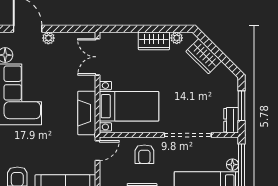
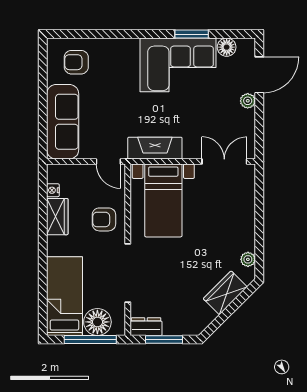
wardrobe: (154, 41) -> (244, 231), removed
floor lamp: (232, 165) -> (97, 322), width x1.89, depth x1.89

